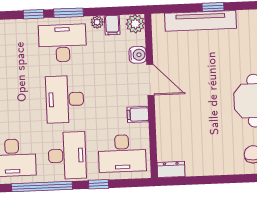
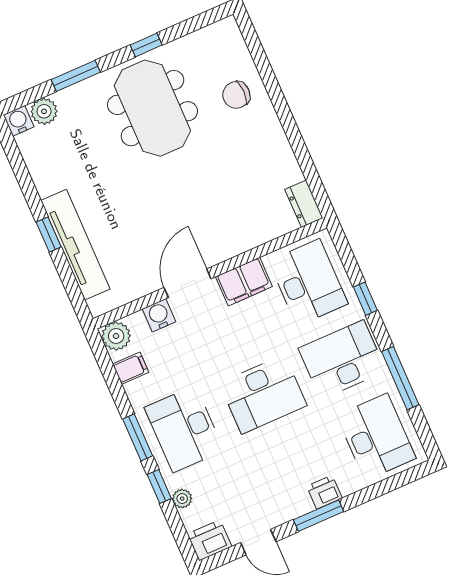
plant: (97, 22) -> (182, 499), moved
filing cabinet: (138, 114) -> (244, 282), width x2.00
window: (42, 187) -> (400, 378), width x0.68

